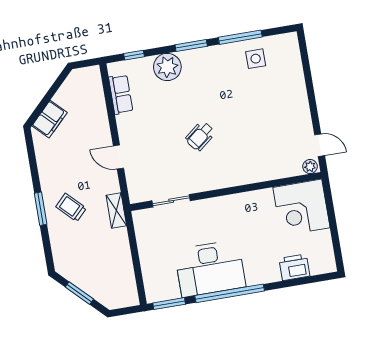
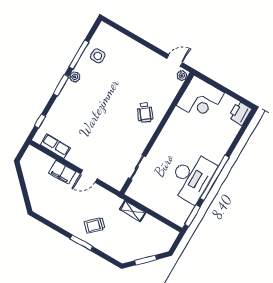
plant: (167, 67) -> (75, 77), moved, width x0.53, depth x0.53
filing cabinet: (50, 119) -> (62, 172), moved, turned 135
wheelchair: (200, 136) -> (145, 112), moved
shelving: (116, 211) -> (133, 211), moved
printer: (294, 267) -> (240, 113), moved

